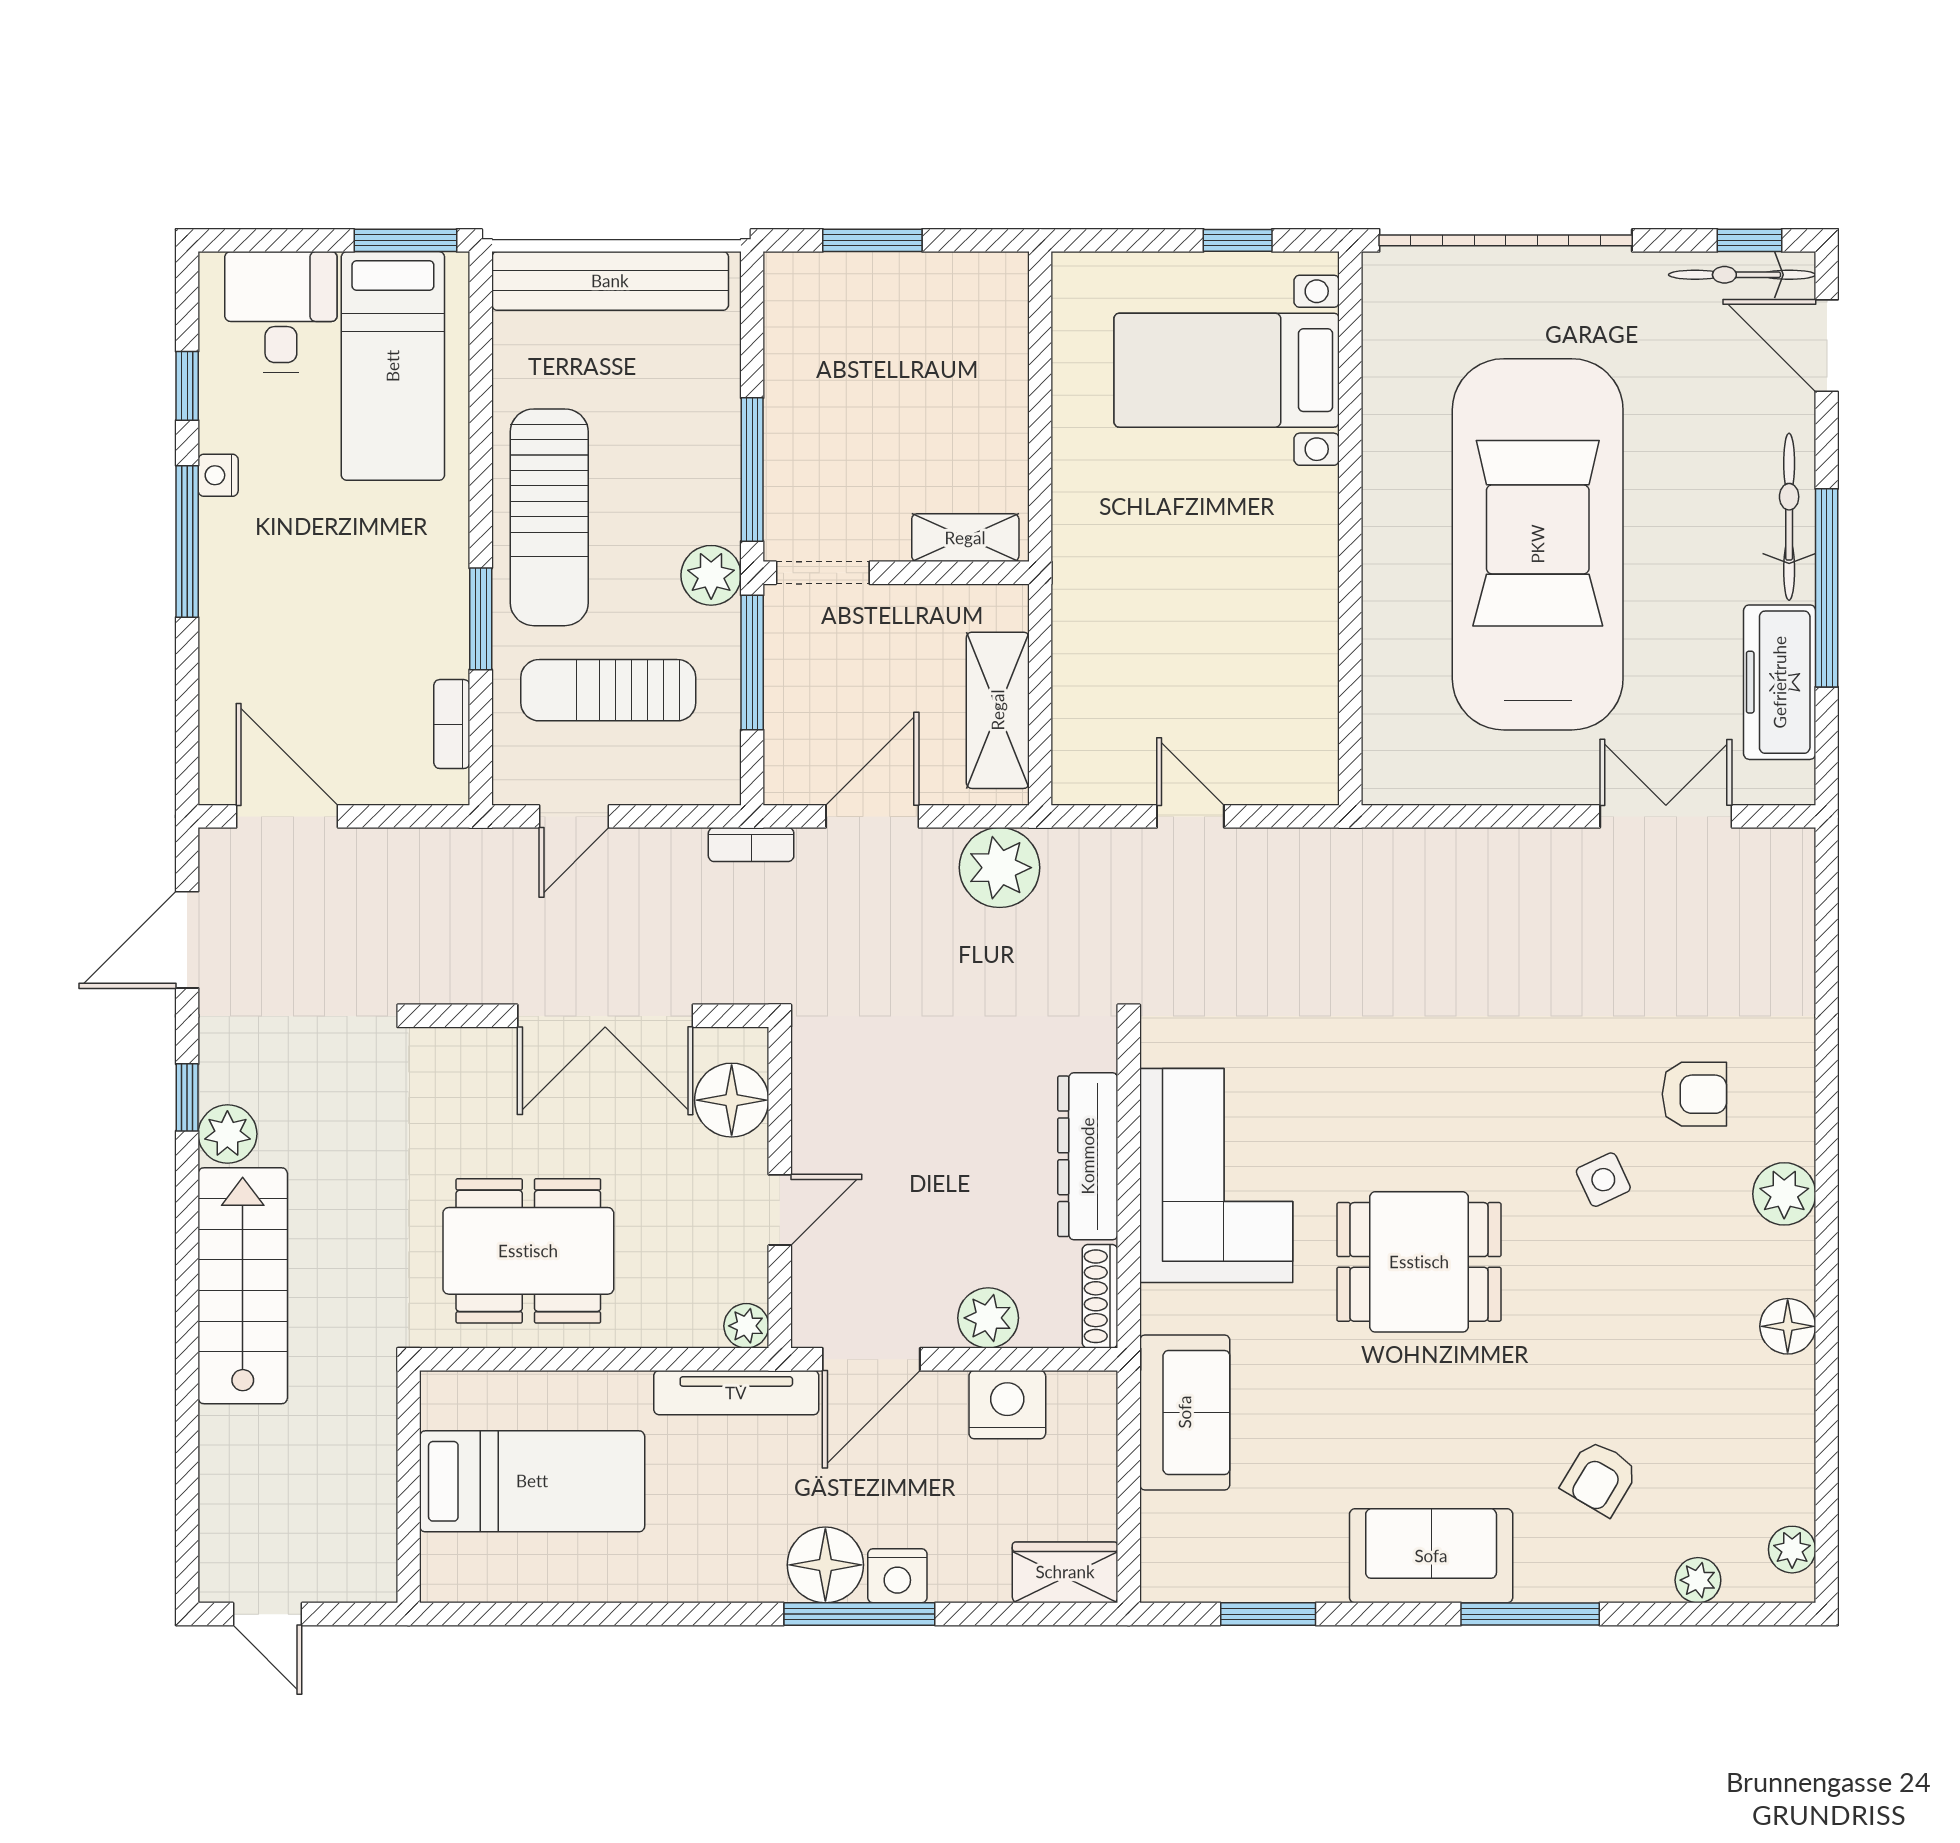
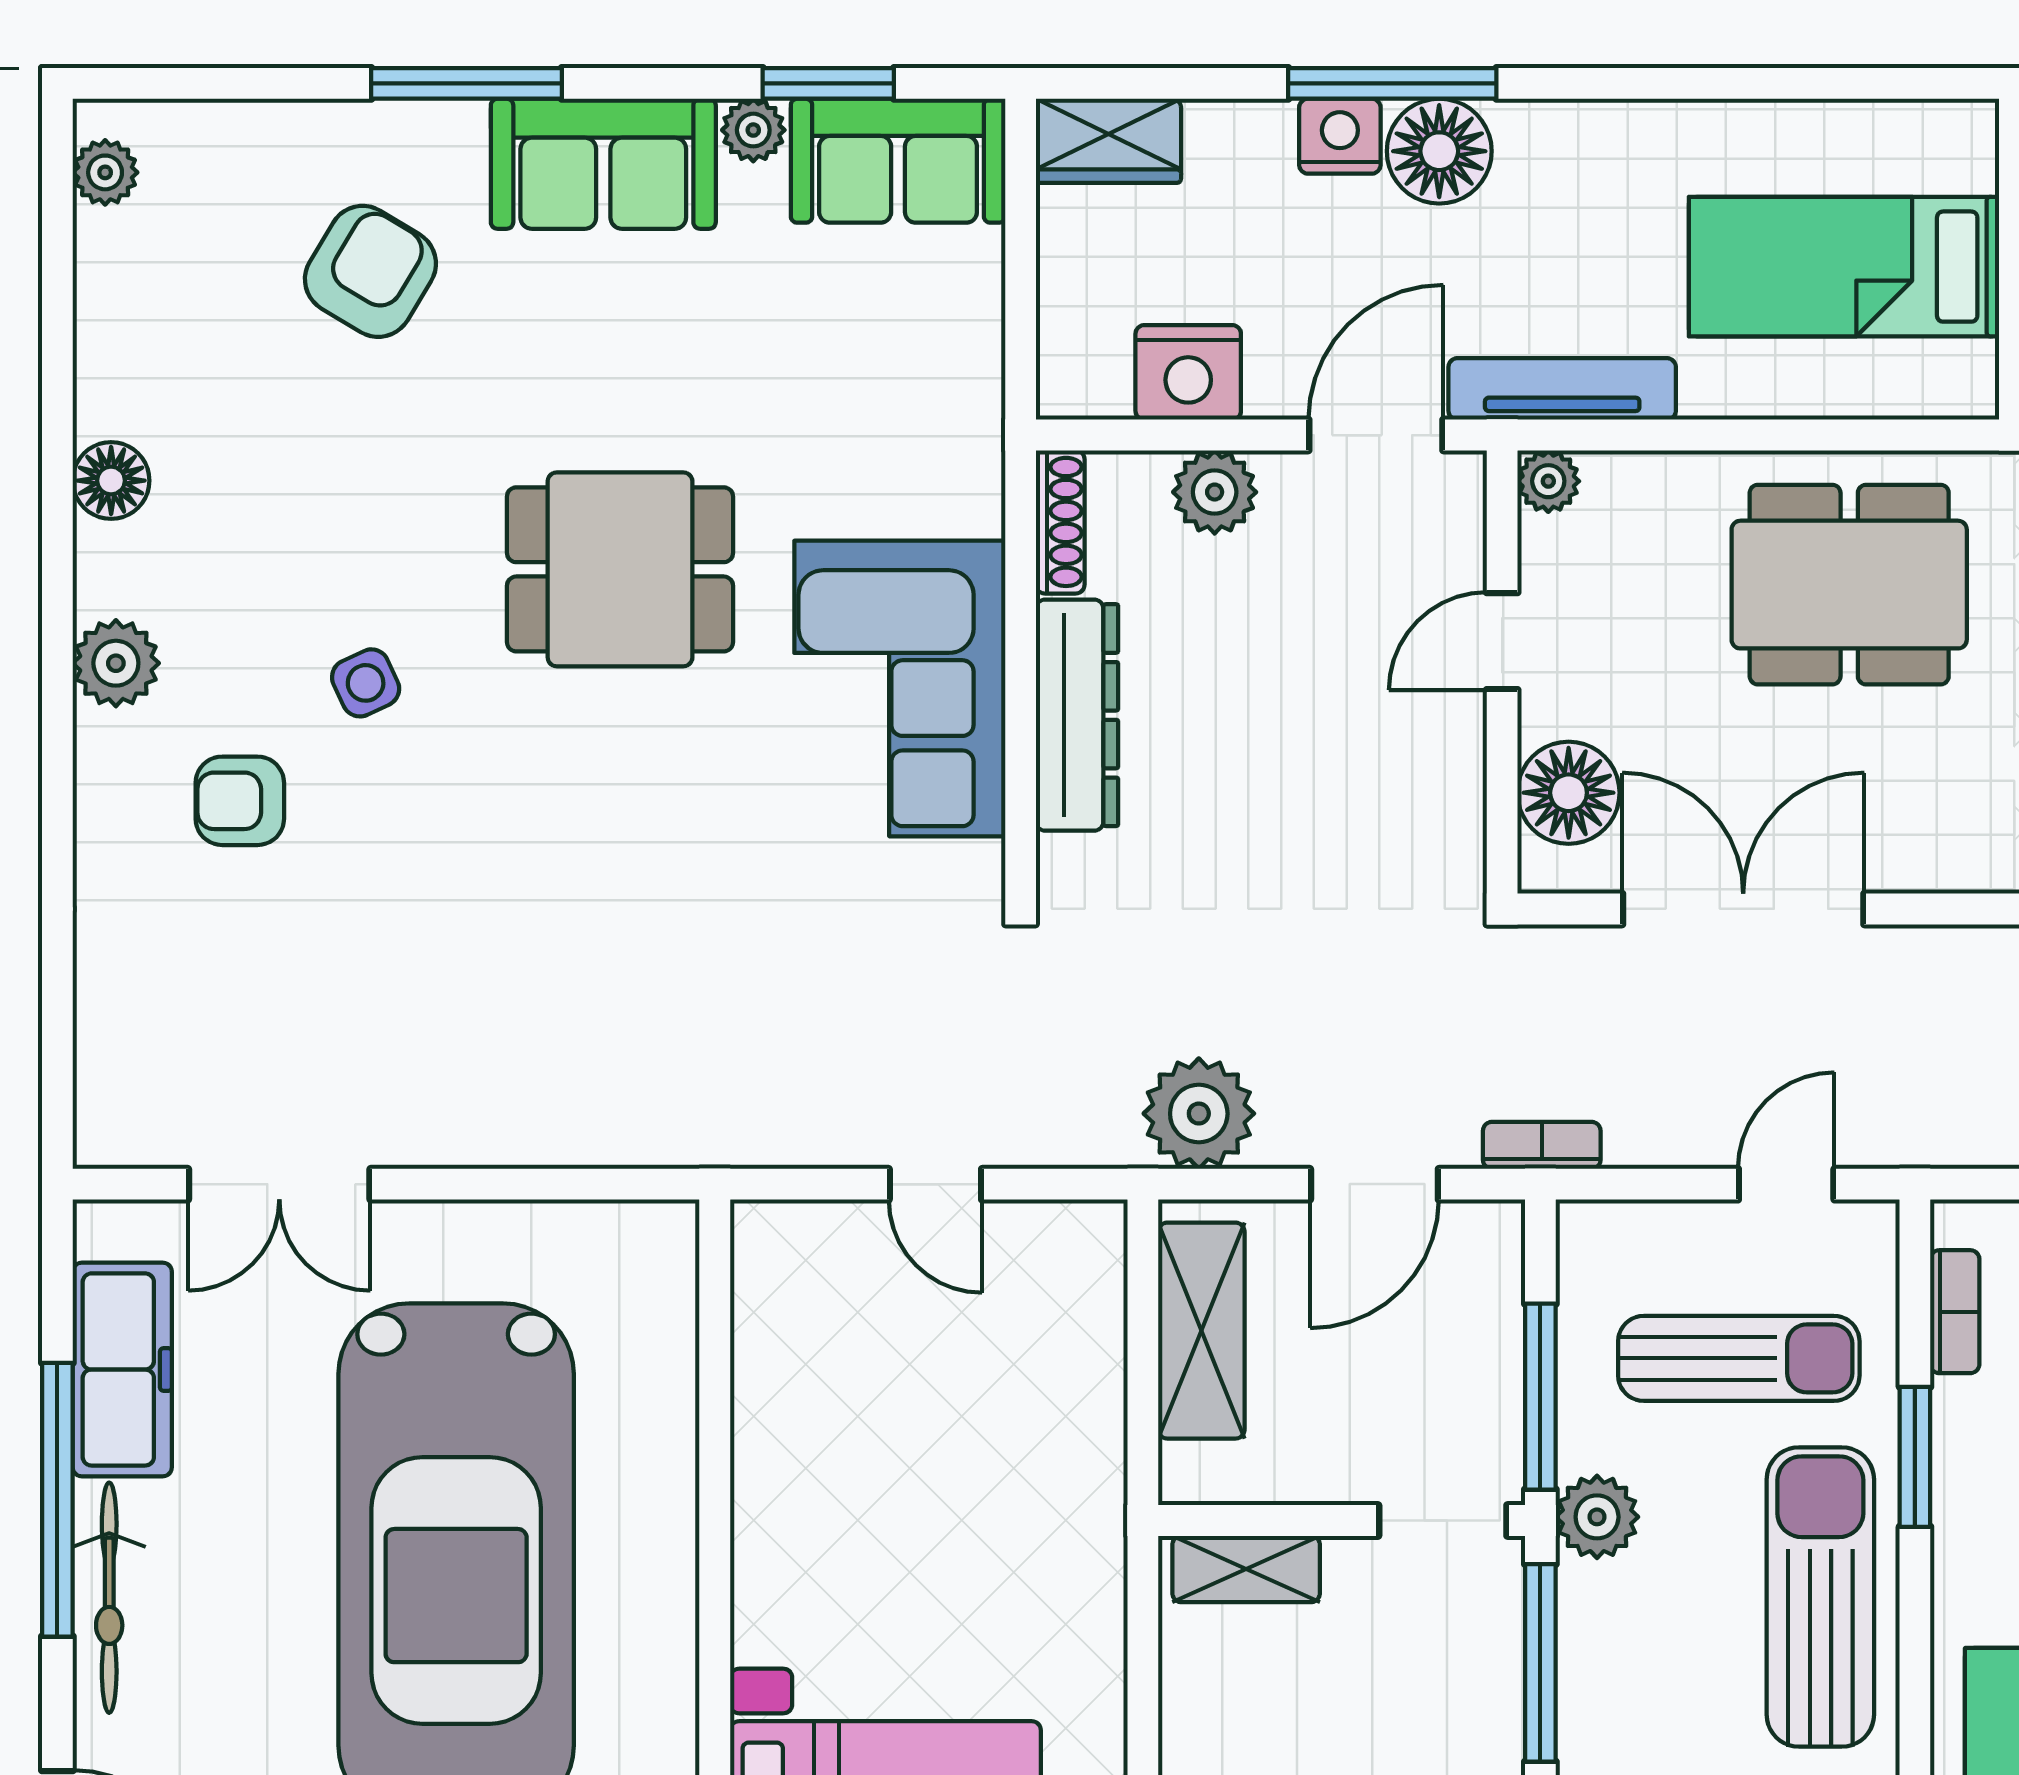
sofa: (1185, 1412) -> (898, 161), moved, turned -90
armchair: (1600, 1478) -> (370, 271), width x1.38, depth x1.38
plant: (1698, 1580) -> (753, 130), moved

